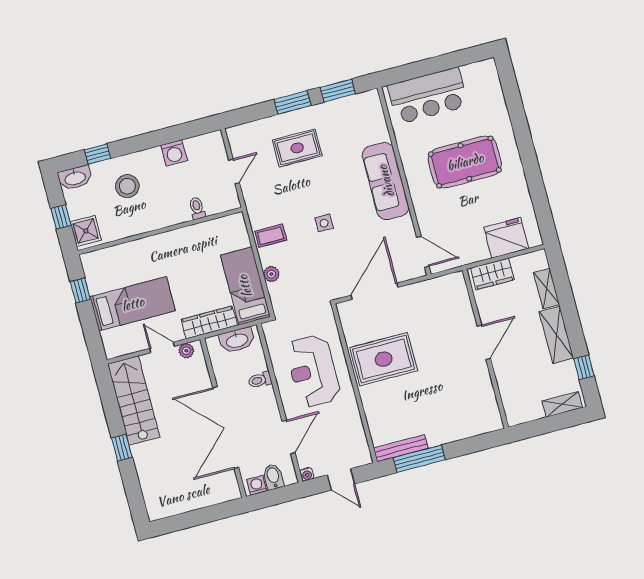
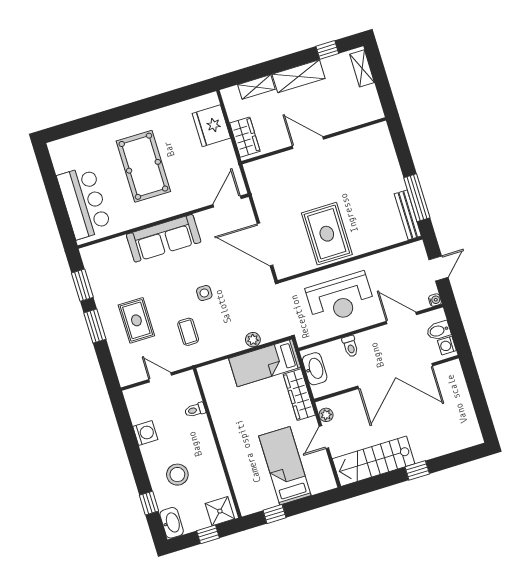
coffee table: (271, 236) -> (188, 332), moved

